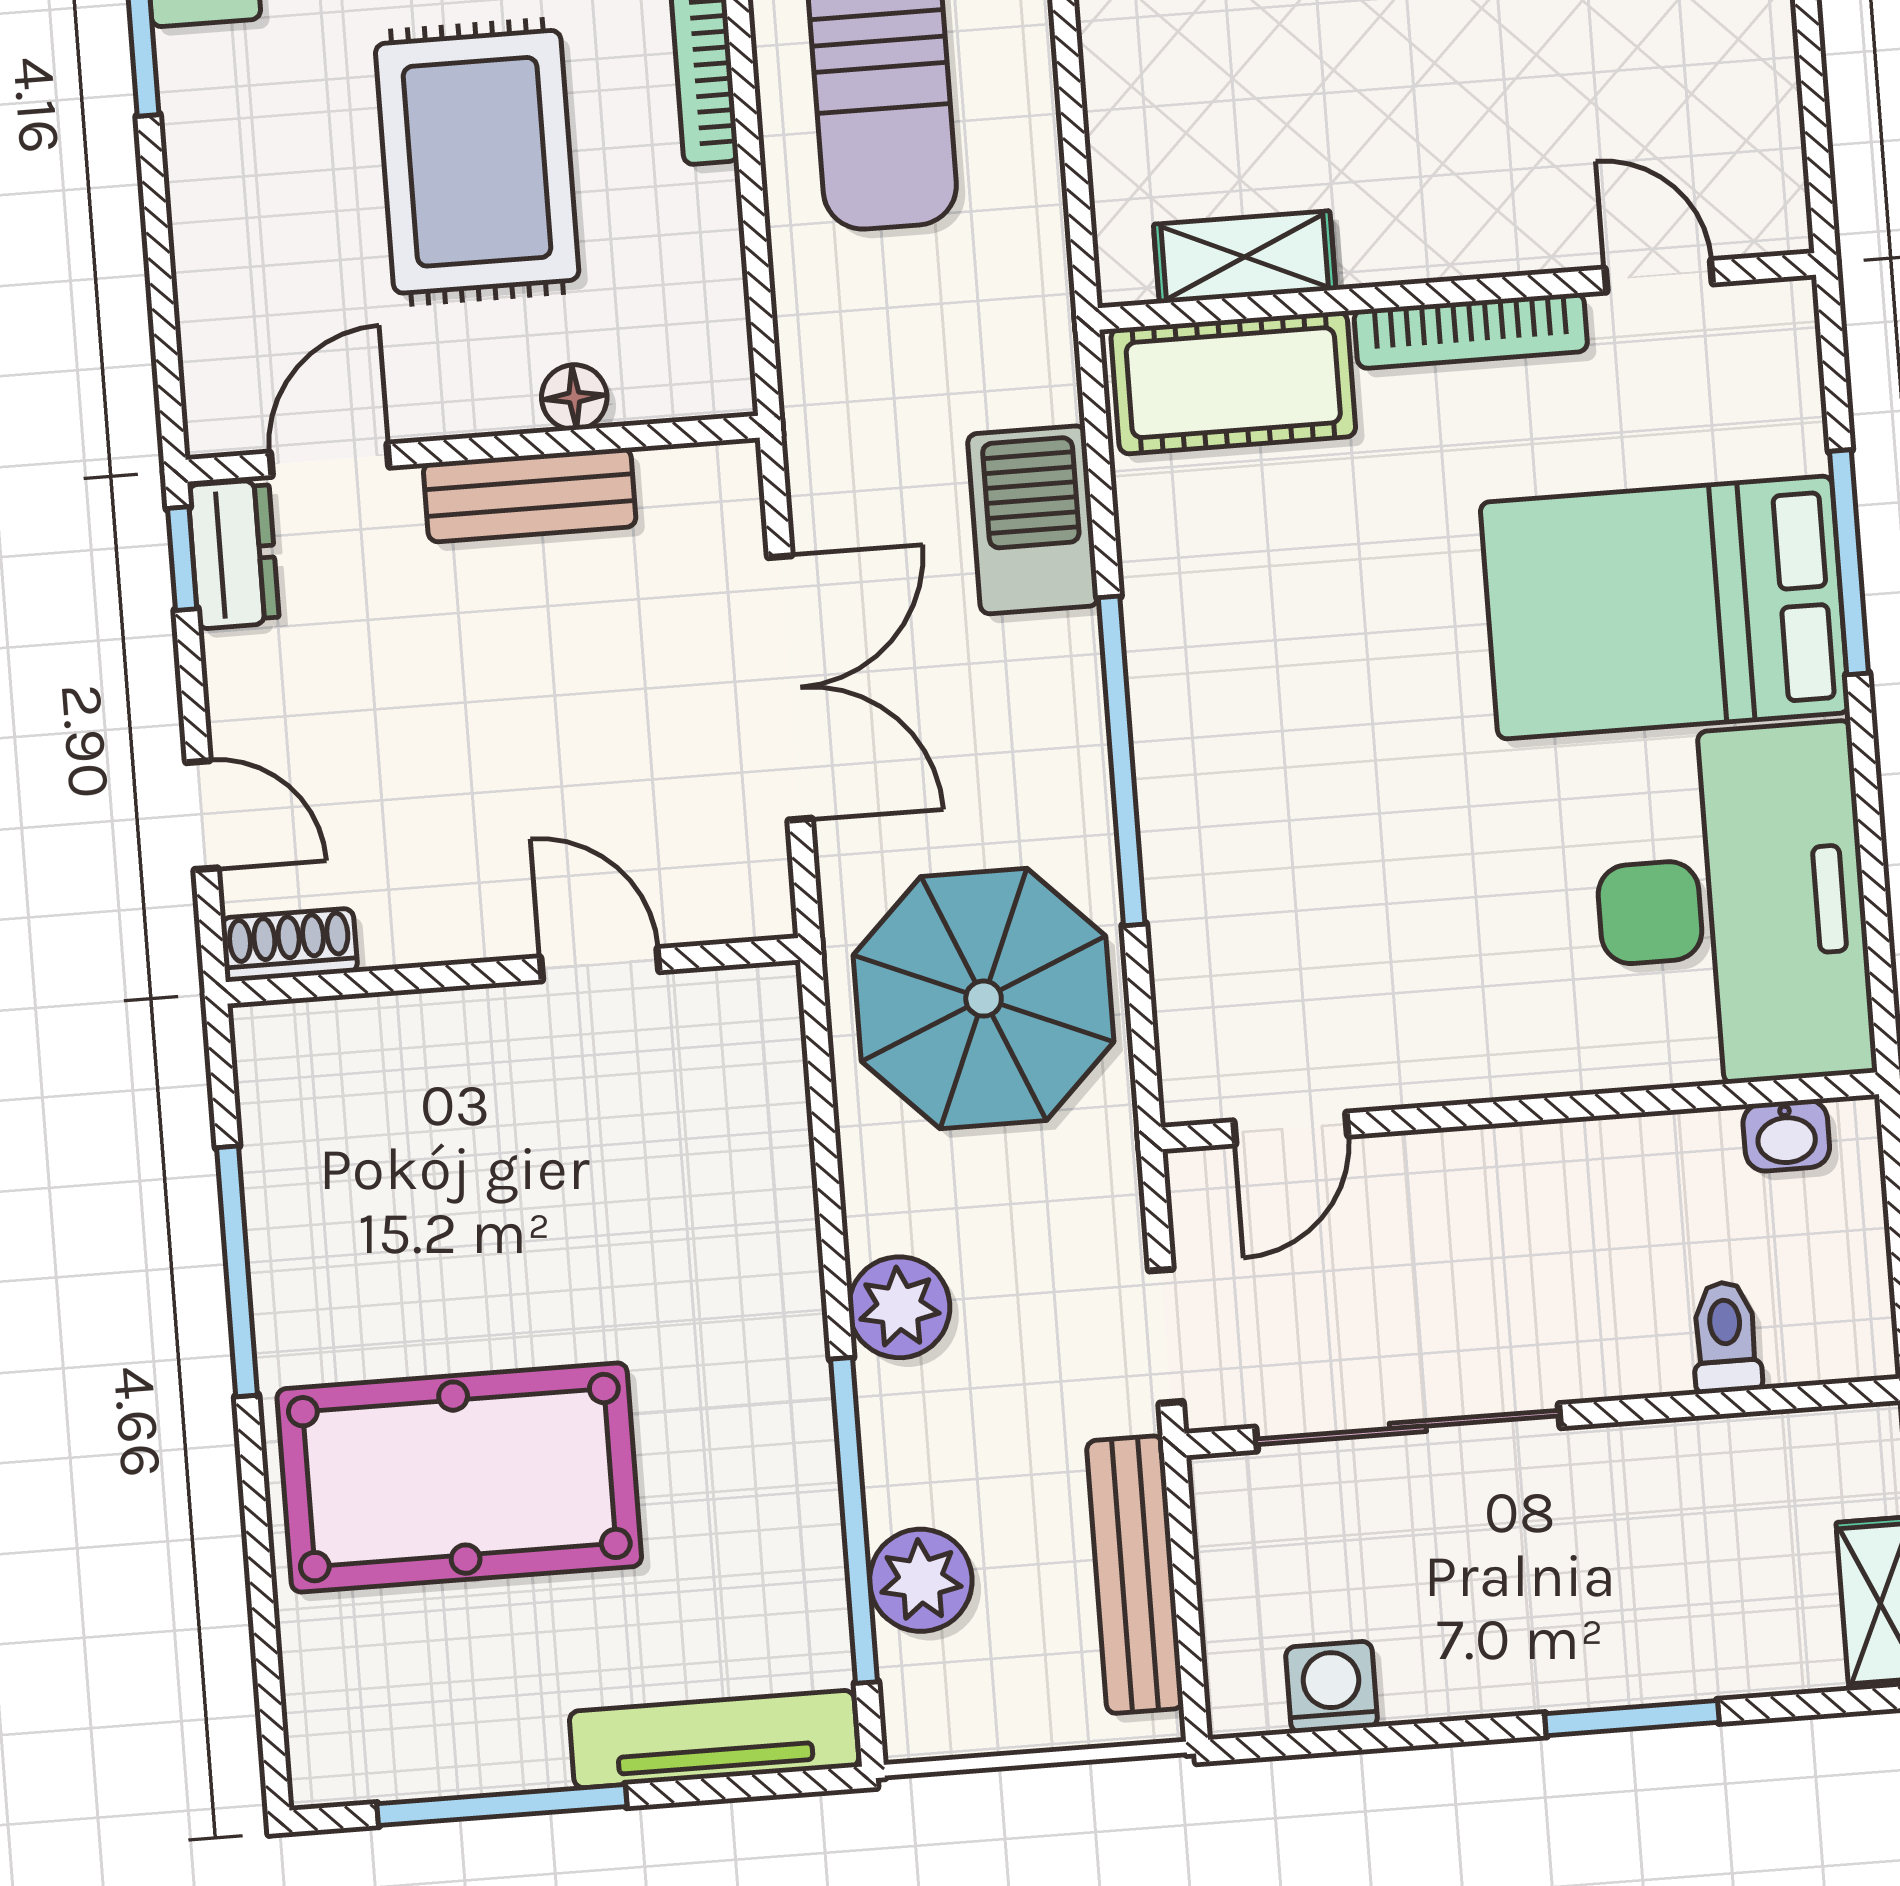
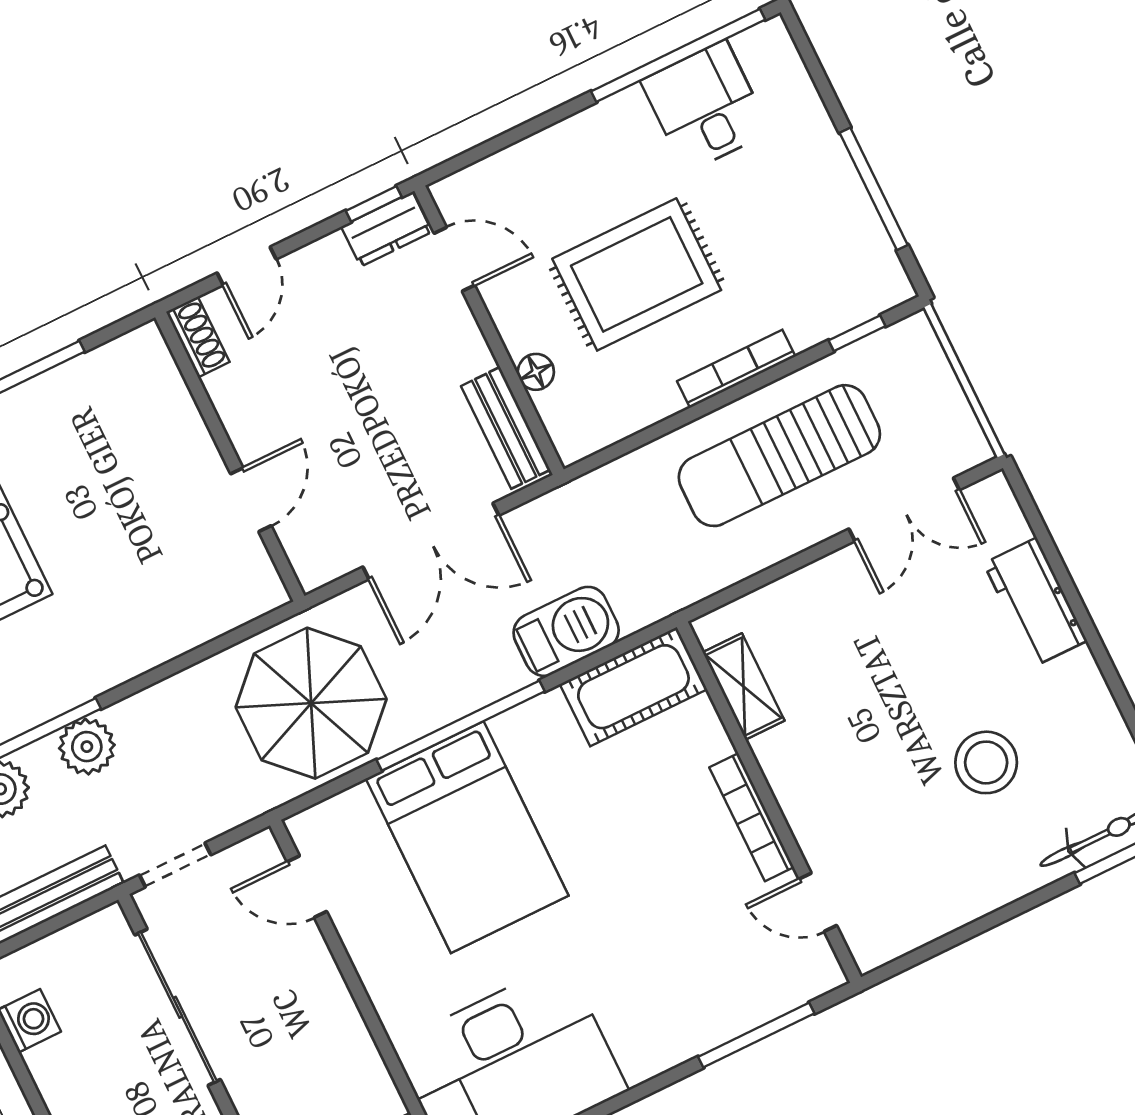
door: (1659, 276) -> (818, 902), swing flipped
cot: (1233, 383) -> (633, 687), moved, turned 90
bench: (530, 495) -> (506, 428), moved
window: (1849, 562) -> (756, 1035), moved
bed: (1665, 607) -> (467, 837), moved, turned 180
plant: (899, 1307) -> (87, 747), moved

